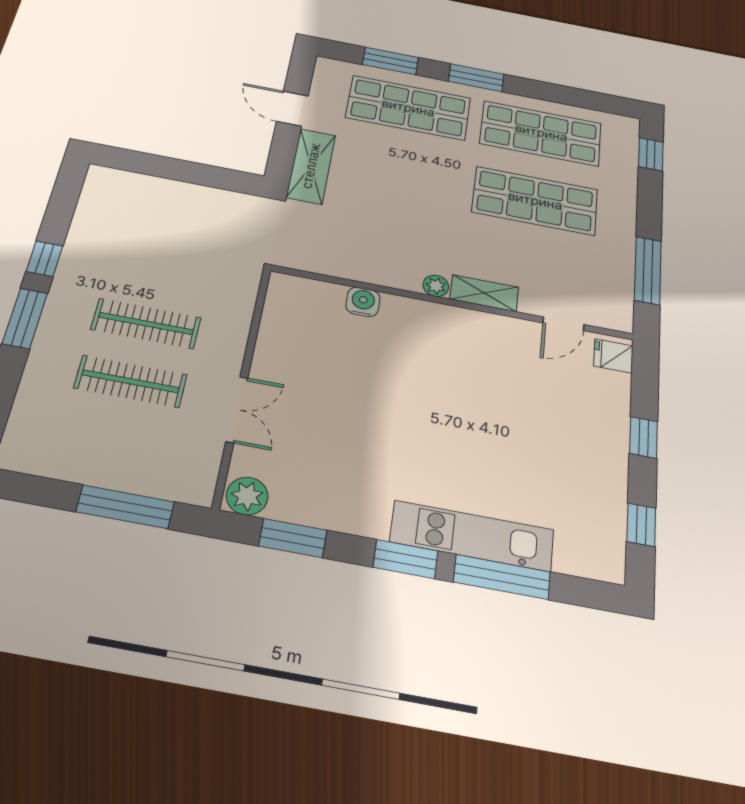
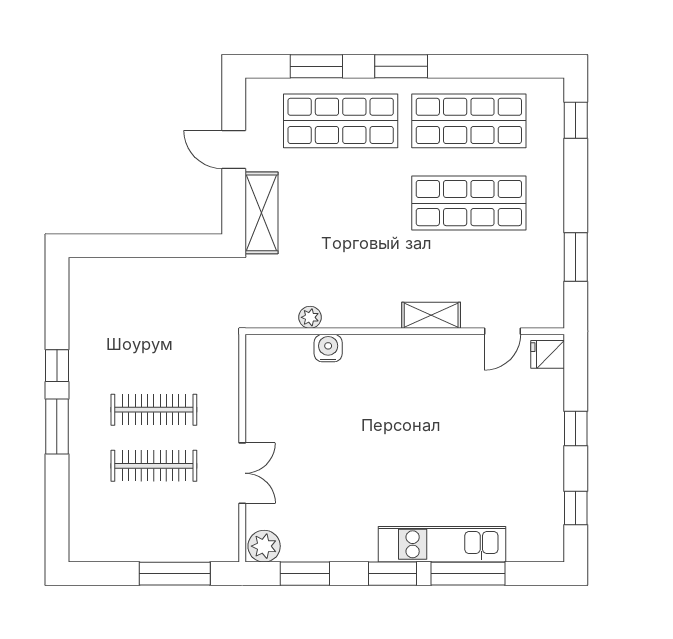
window: (648, 270) -> (576, 257), width x0.69
plant: (436, 286) -> (310, 317), moved

